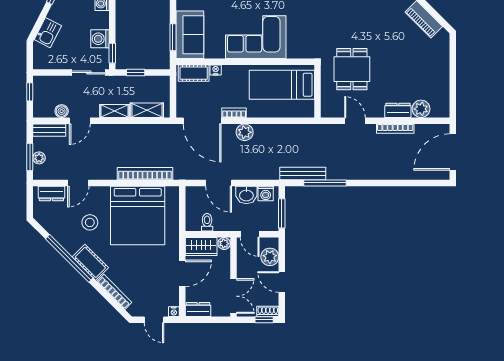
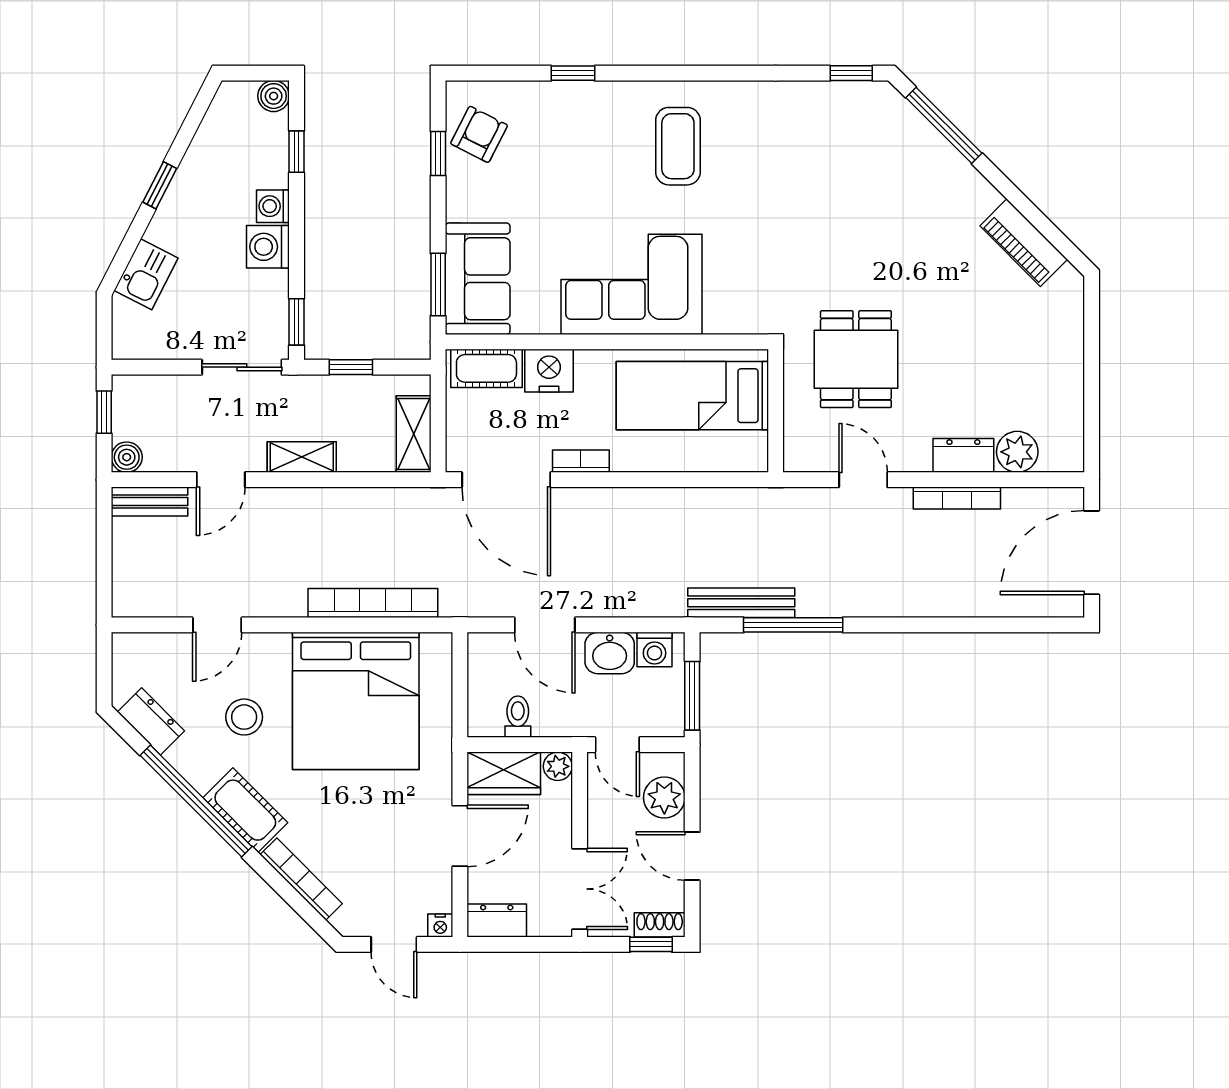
washing machine: (100, 39) -> (268, 247), moved
nightstand: (216, 70) -> (549, 371), width x1.89, depth x1.79
shelving: (147, 110) -> (414, 434), moved, turned 90
boiler: (62, 111) -> (127, 457), moved
plant: (245, 132) -> (605, 507), removed
window: (30, 157) -> (104, 564), removed
plant: (39, 158) -> (126, 567), removed
dresser: (51, 193) -> (151, 721), moved, turned -135

